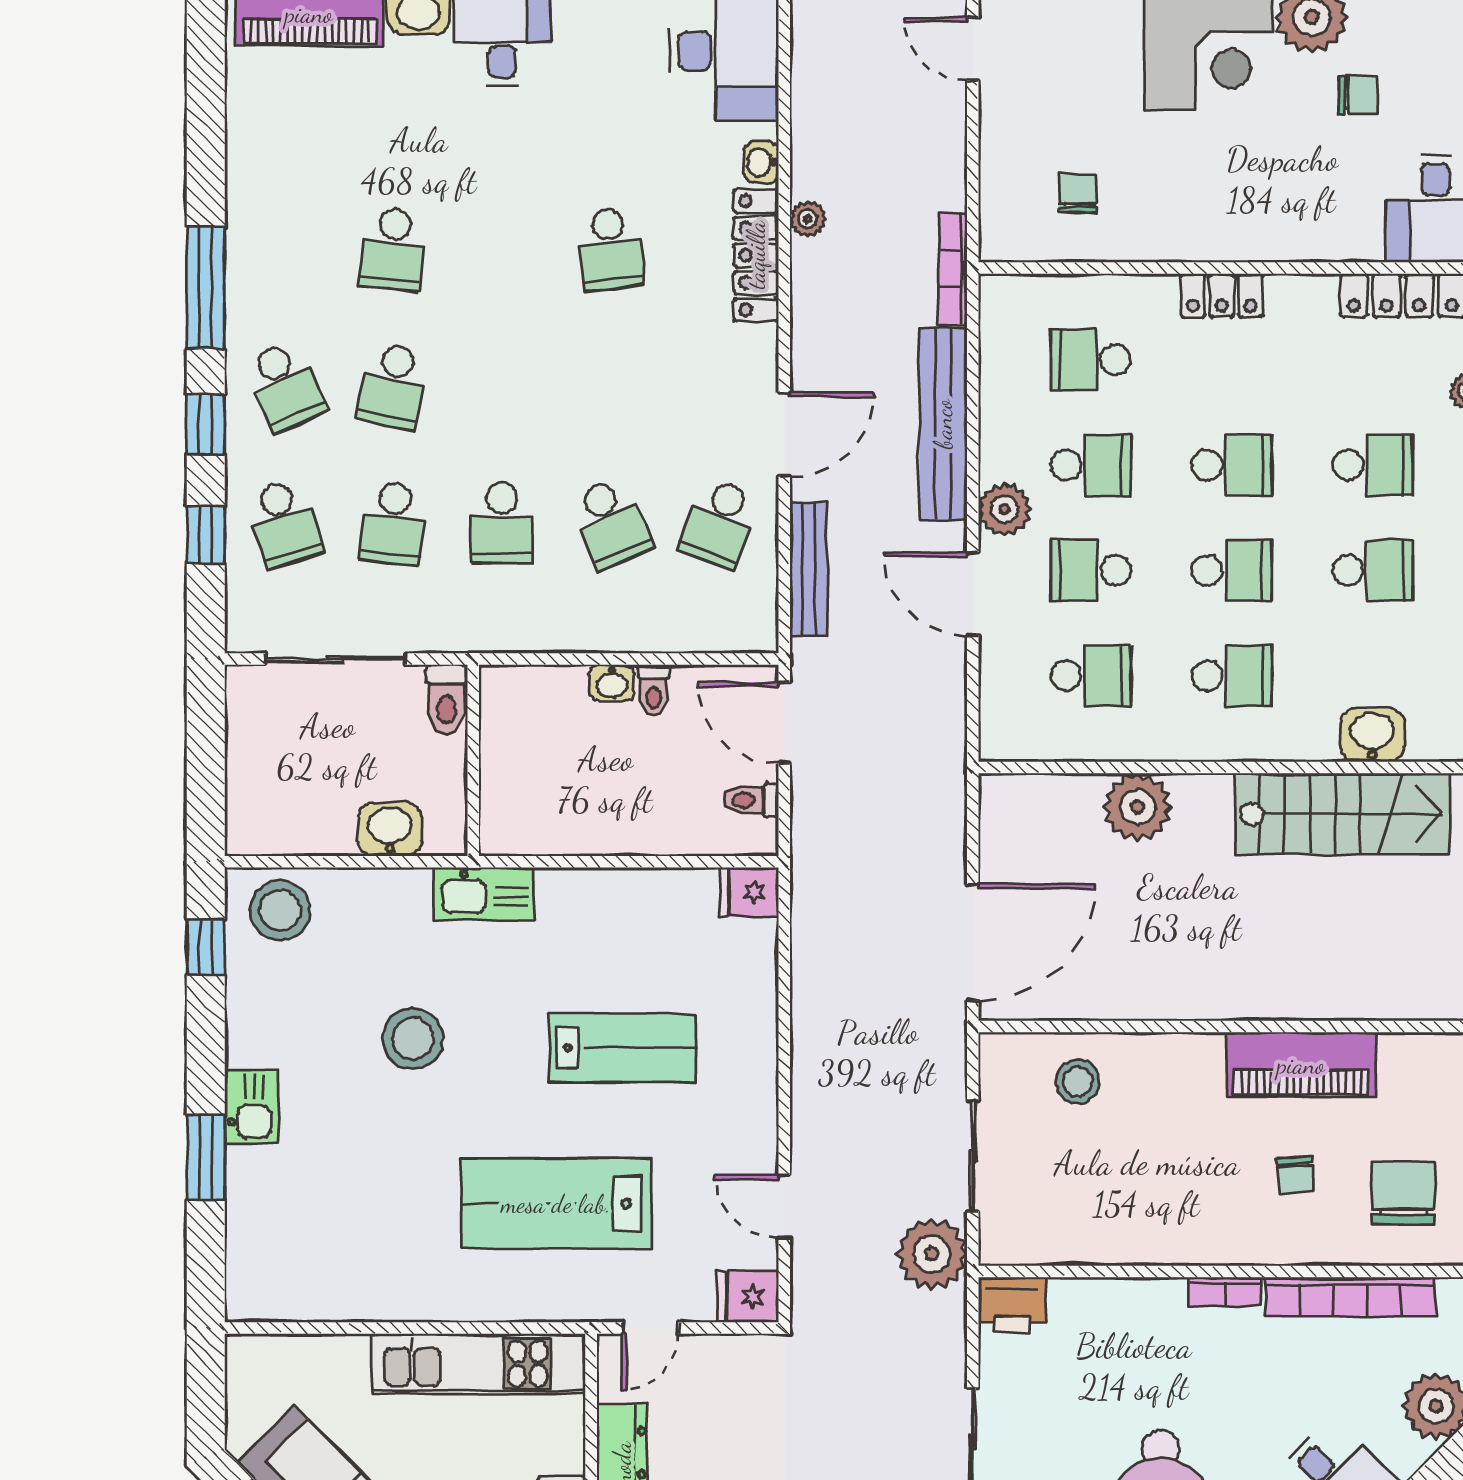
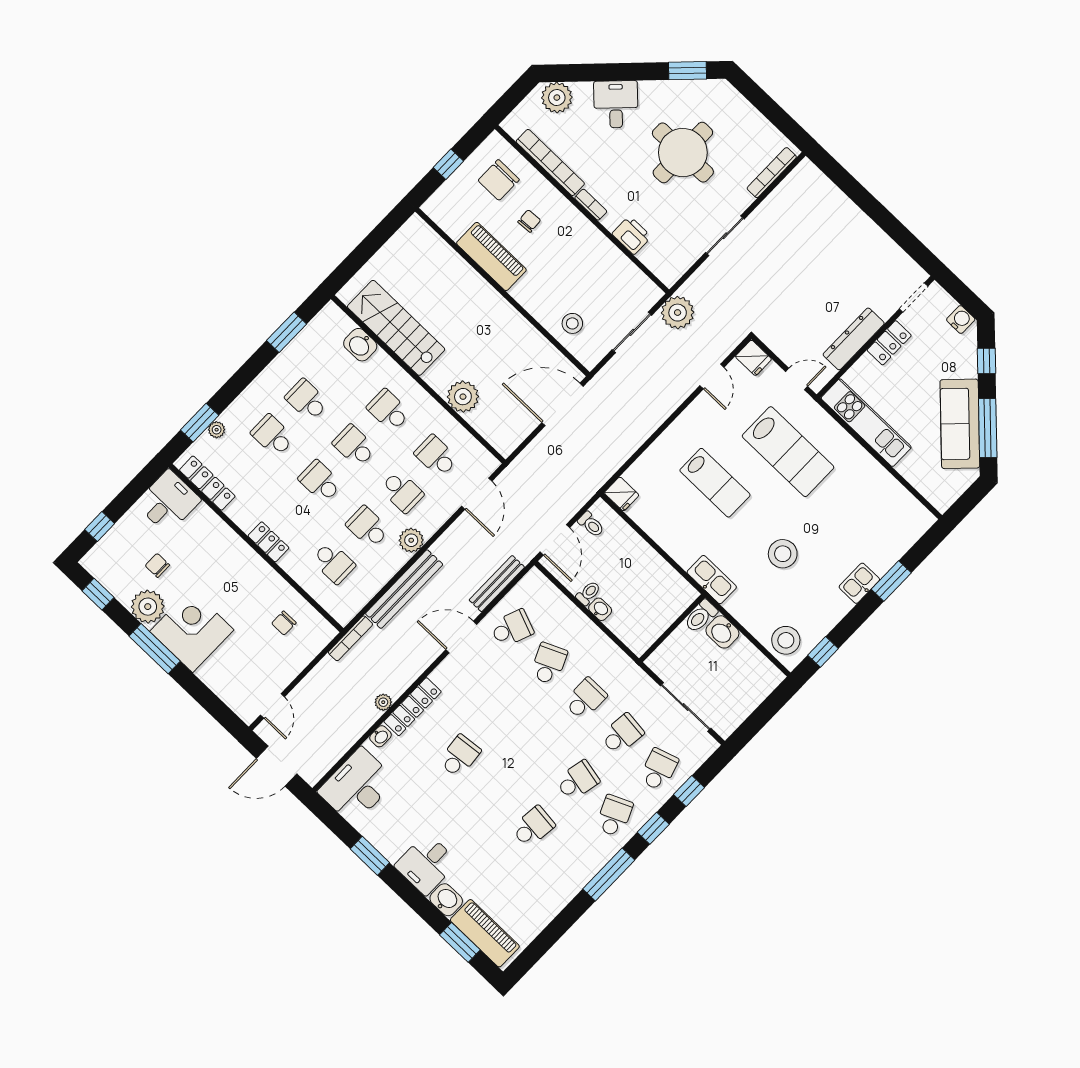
door: (973, 594) -> (477, 494), moved
toilet: (447, 699) -> (701, 616), moved, turned 180
lab bench: (622, 1048) -> (715, 483), turned 180
printer: (1012, 1305) -> (632, 235), moved

